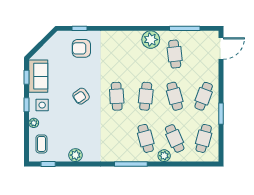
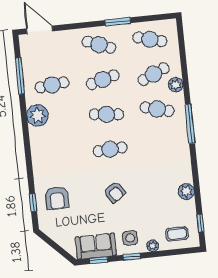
cafe table: (146, 138) -> (157, 109), turned 30

